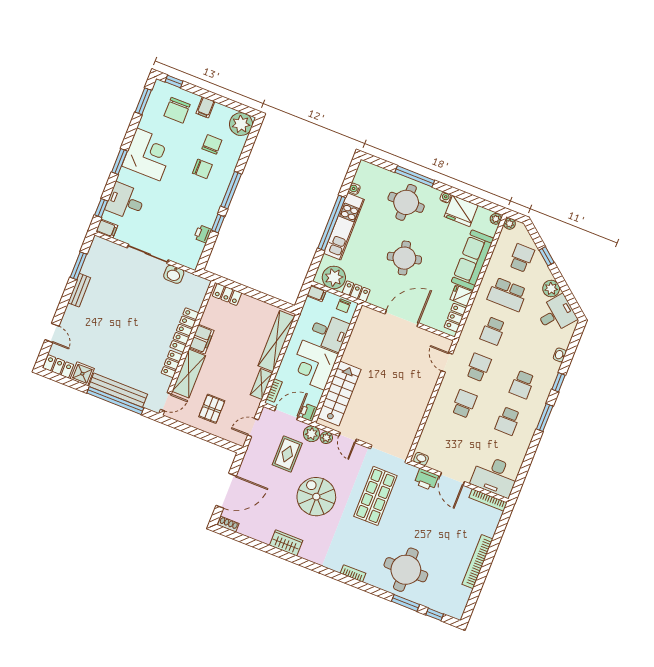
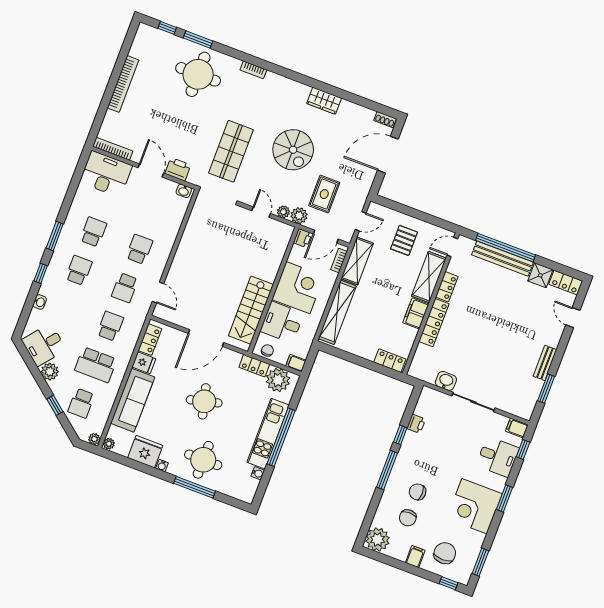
school desk: (507, 294) -> (96, 365), turned 180
shelving: (261, 384) -> (357, 261), width x1.50, depth x1.33
stairs: (339, 393) -> (251, 310), moved
school desk: (464, 404) -> (139, 249), turned 180

